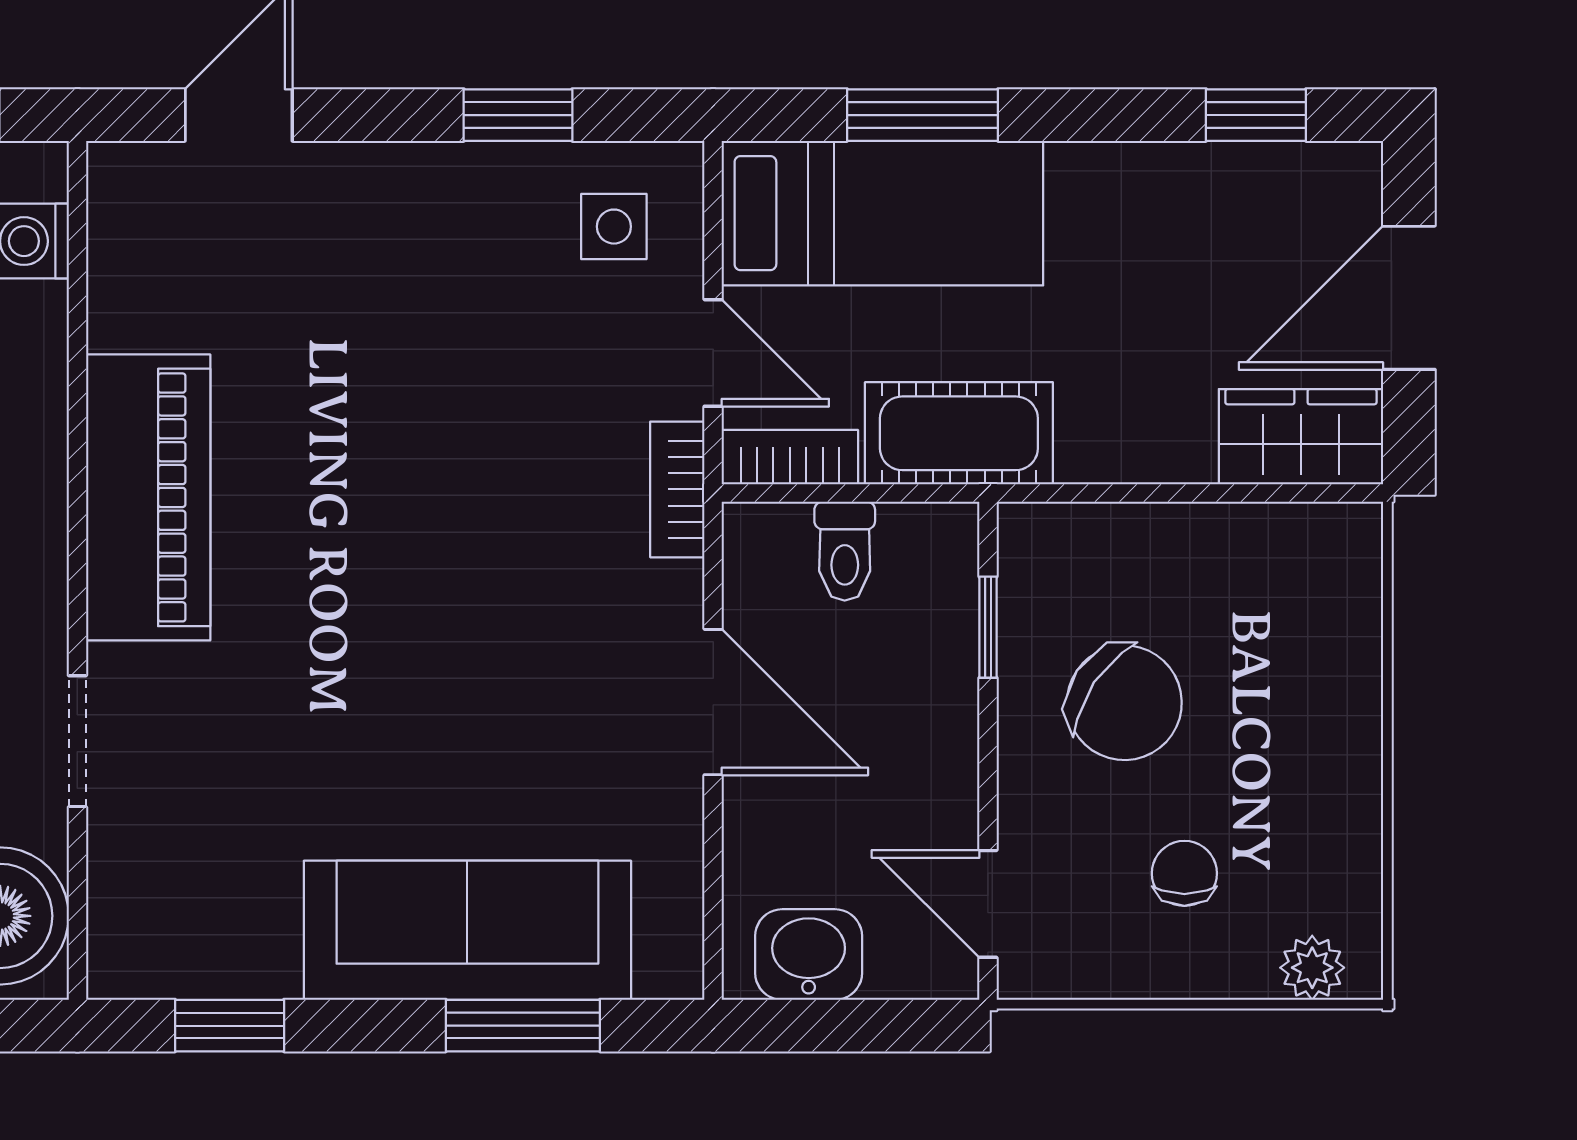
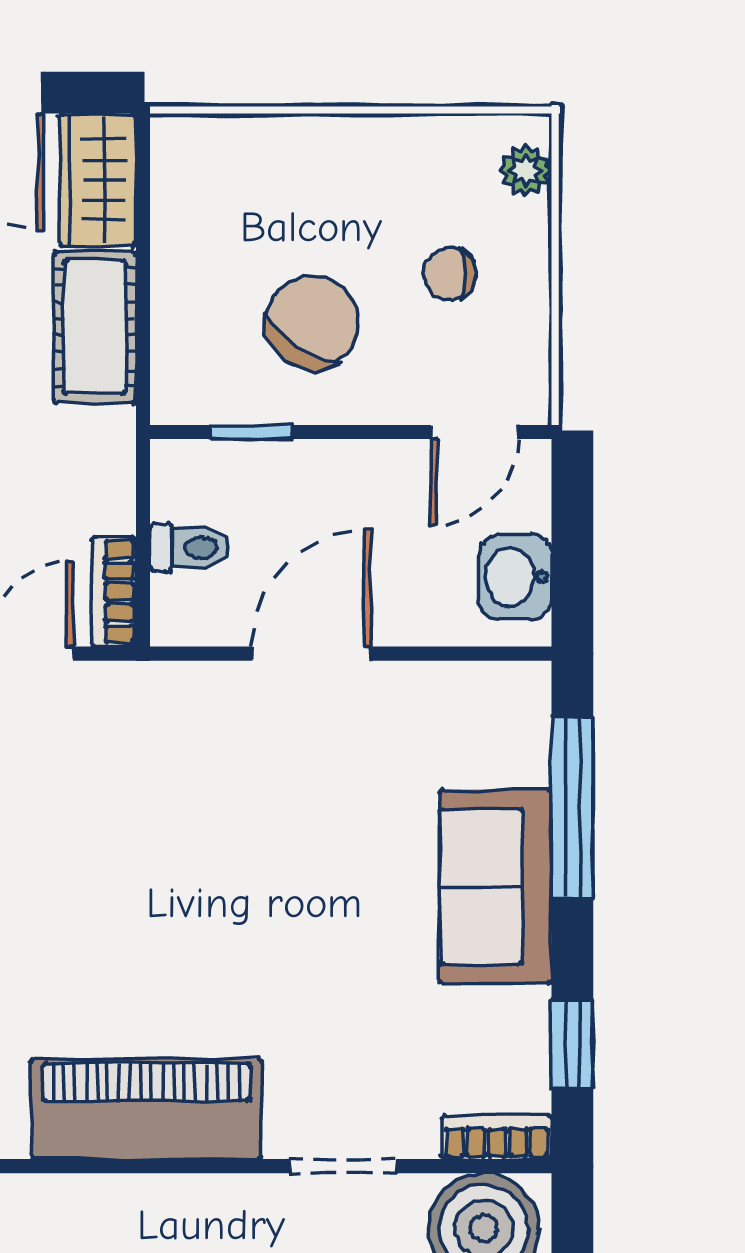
cot: (959, 433) -> (95, 327), moved
bookcase: (677, 489) -> (497, 1137), moved, turned 180
sofa: (467, 930) -> (496, 887), width x0.73
window: (523, 1026) -> (572, 807), width x1.44

